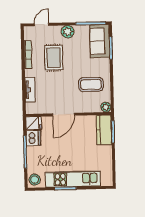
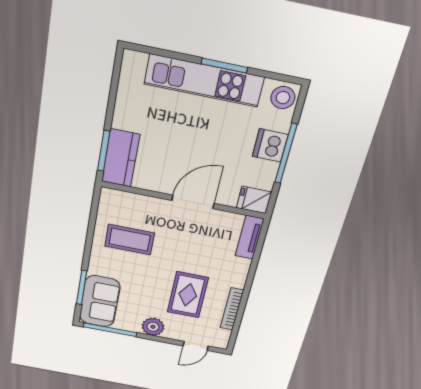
tv unit: (30, 90) -> (249, 237), moved
plant: (106, 107) -> (109, 197), removed
dishwasher: (33, 138) -> (270, 145), moved

